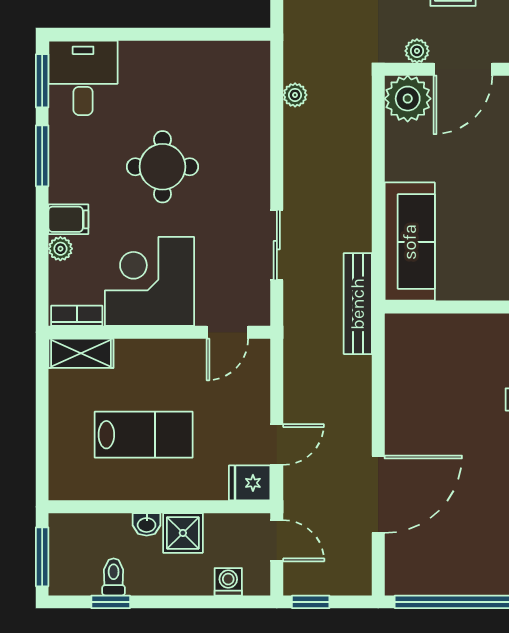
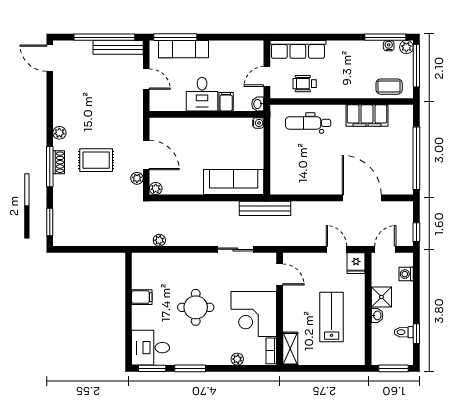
plant: (408, 99) -> (156, 189), width x0.53, depth x0.53
filing cabinet: (68, 219) -> (142, 297), moved, turned 90

